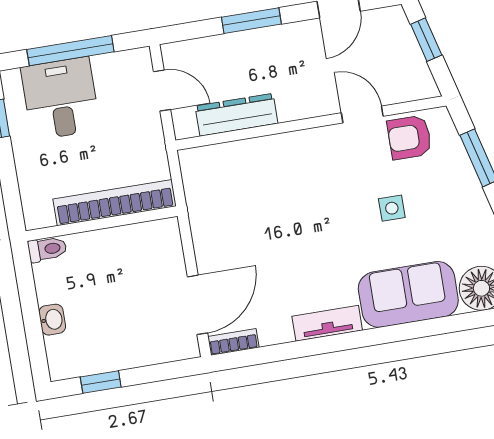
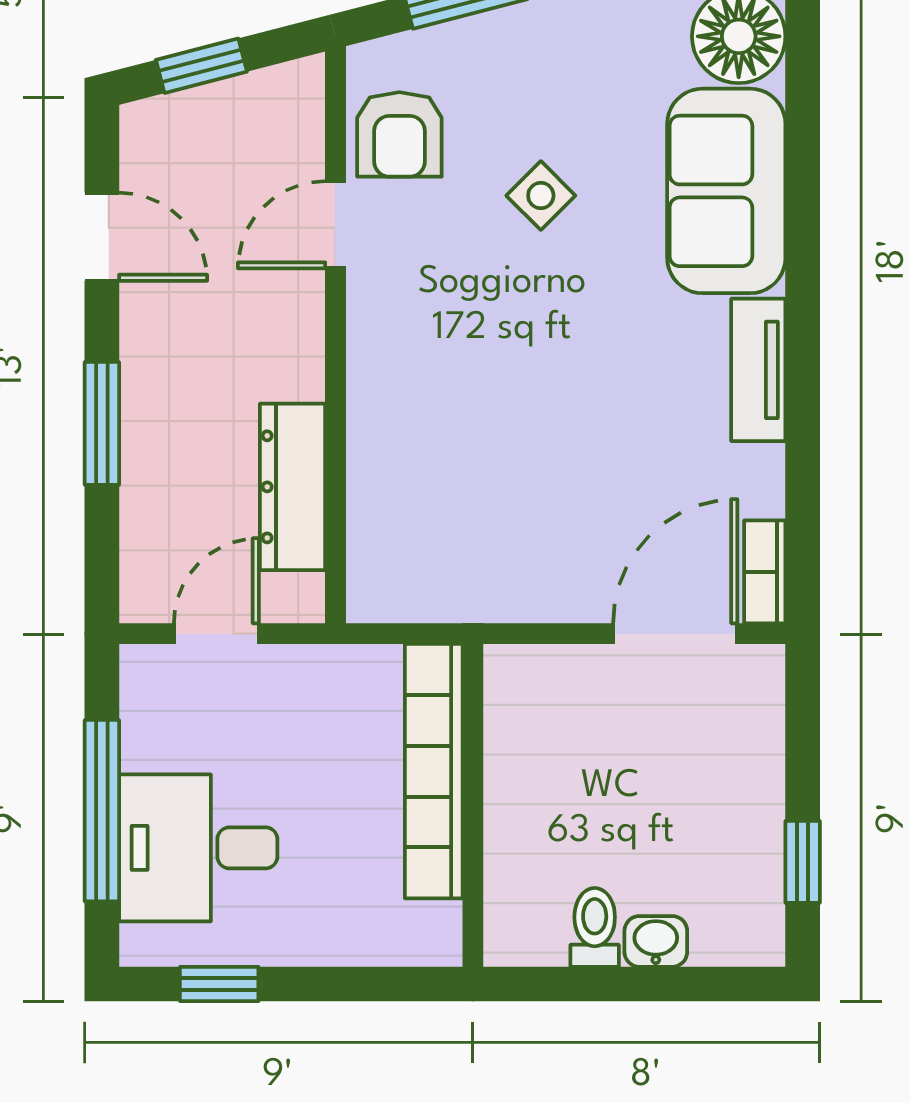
side table: (392, 208) -> (541, 196), turned 45
toilet: (47, 249) -> (595, 927), moved
door: (198, 305) -> (675, 634), hinge flipped

